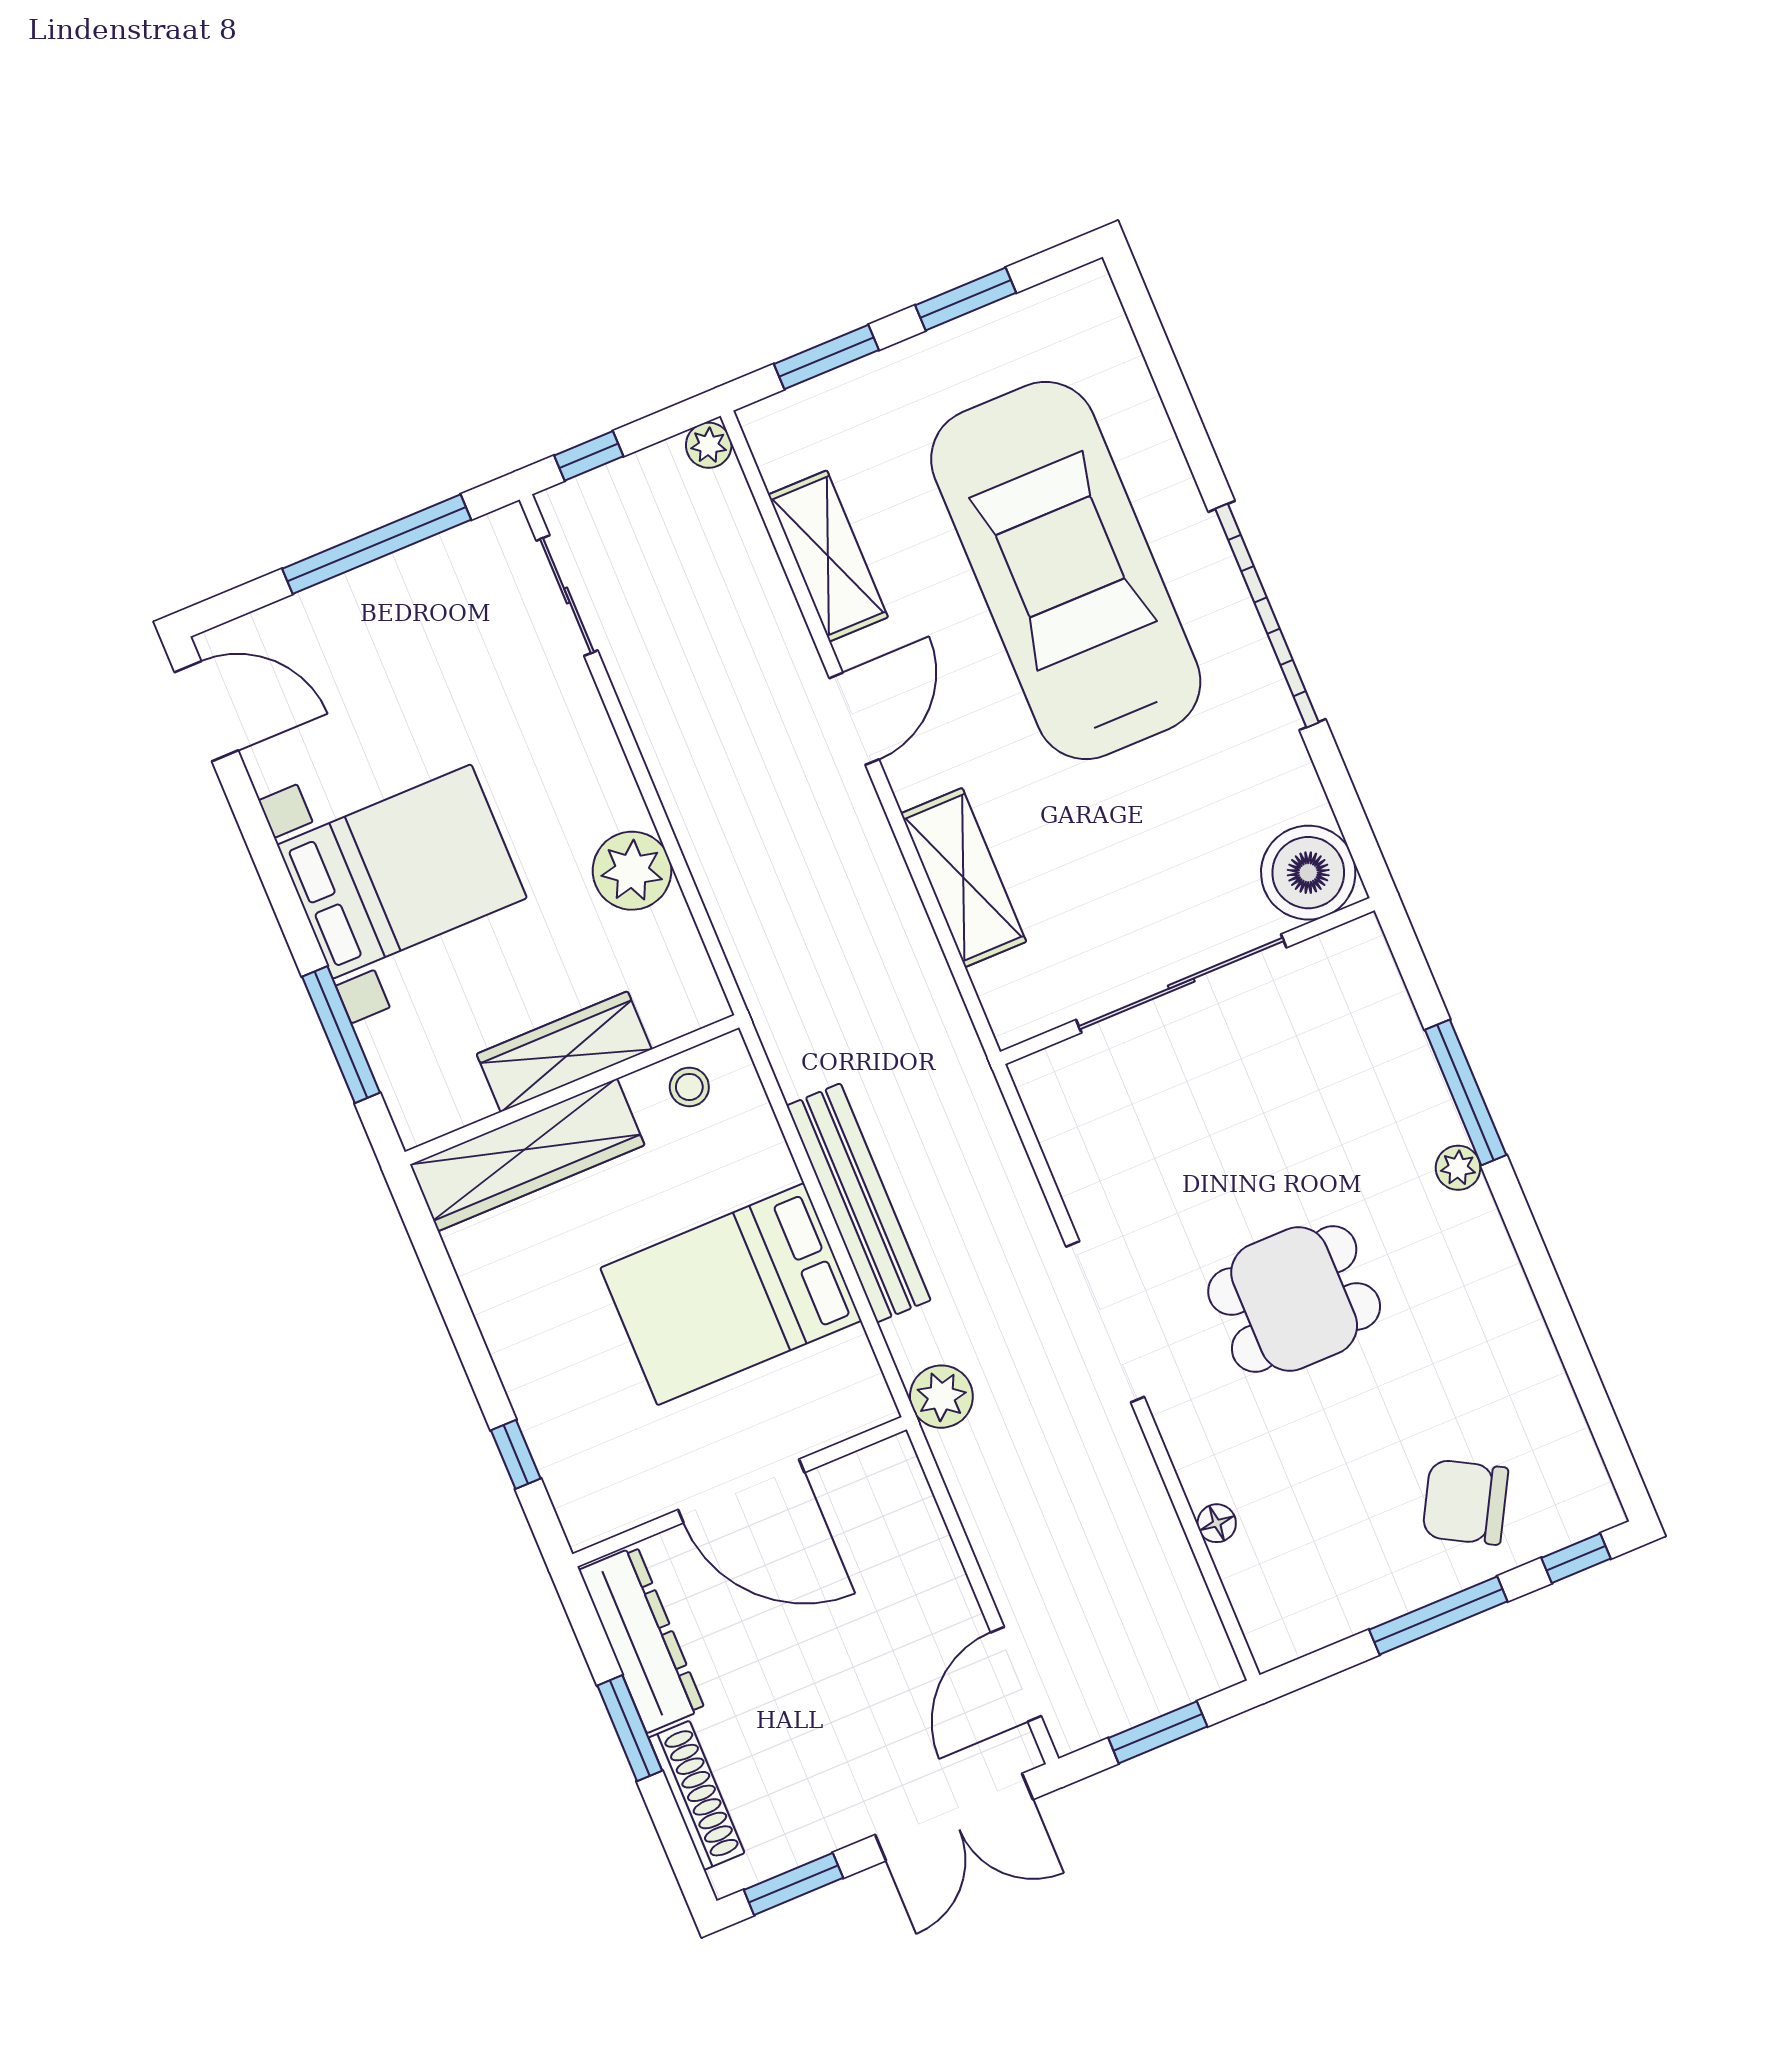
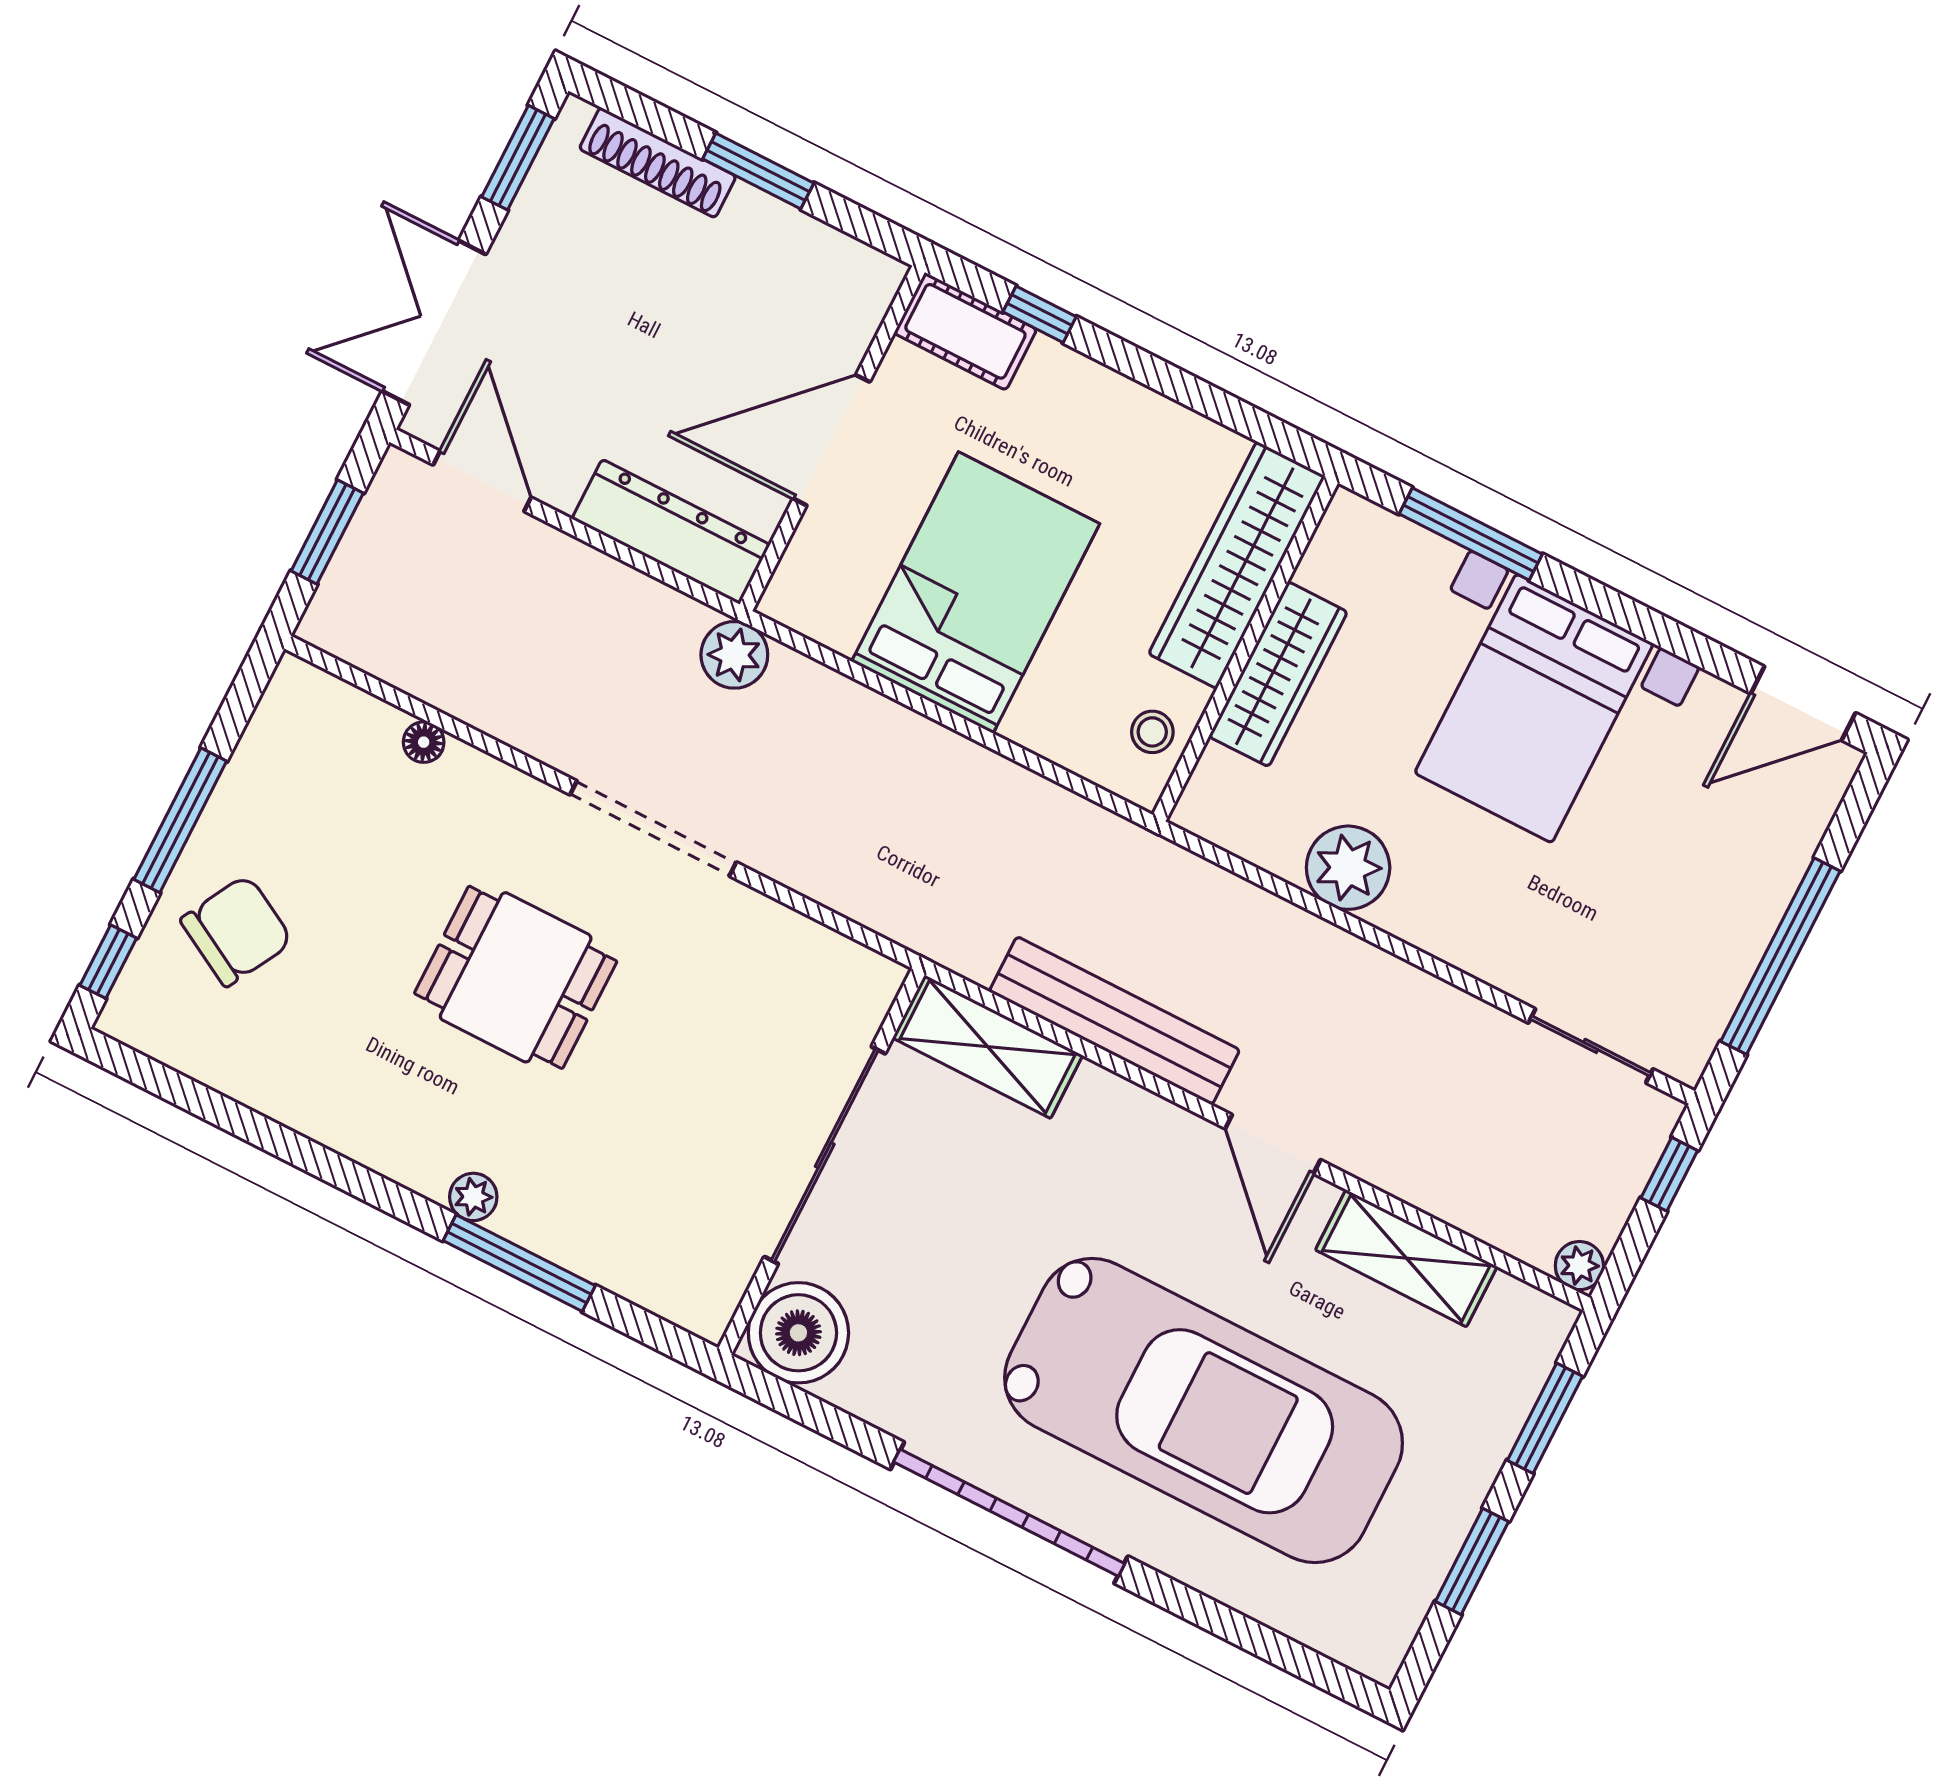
shelving: (963, 878) -> (988, 1047), moved
bench: (859, 1203) -> (1114, 1021), moved
dining table: (1294, 1299) -> (516, 977), turned 90
cot: (579, 1487) -> (965, 331), added
dresser: (642, 1639) -> (671, 532), moved, turned 180

